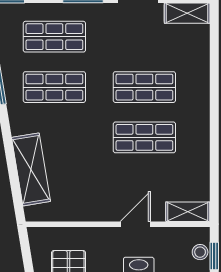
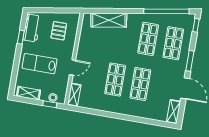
door: (135, 224) -> (72, 67), hinge flipped

